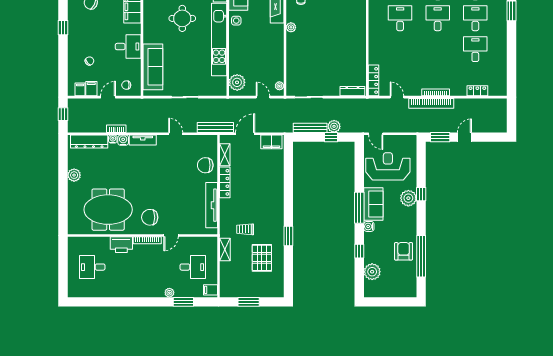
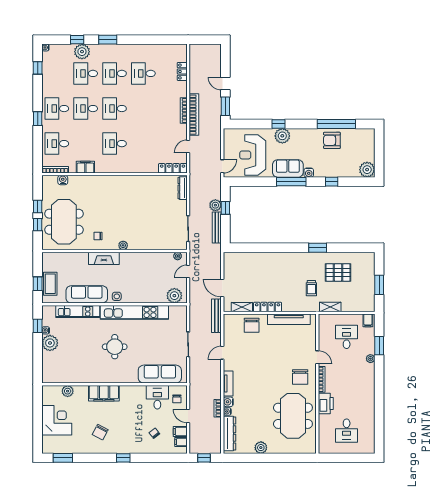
desk: (128, 47) -> (157, 397), moved
filing cabinet: (271, 142) -> (230, 264), removed
plant: (372, 272) -> (367, 170), moved

